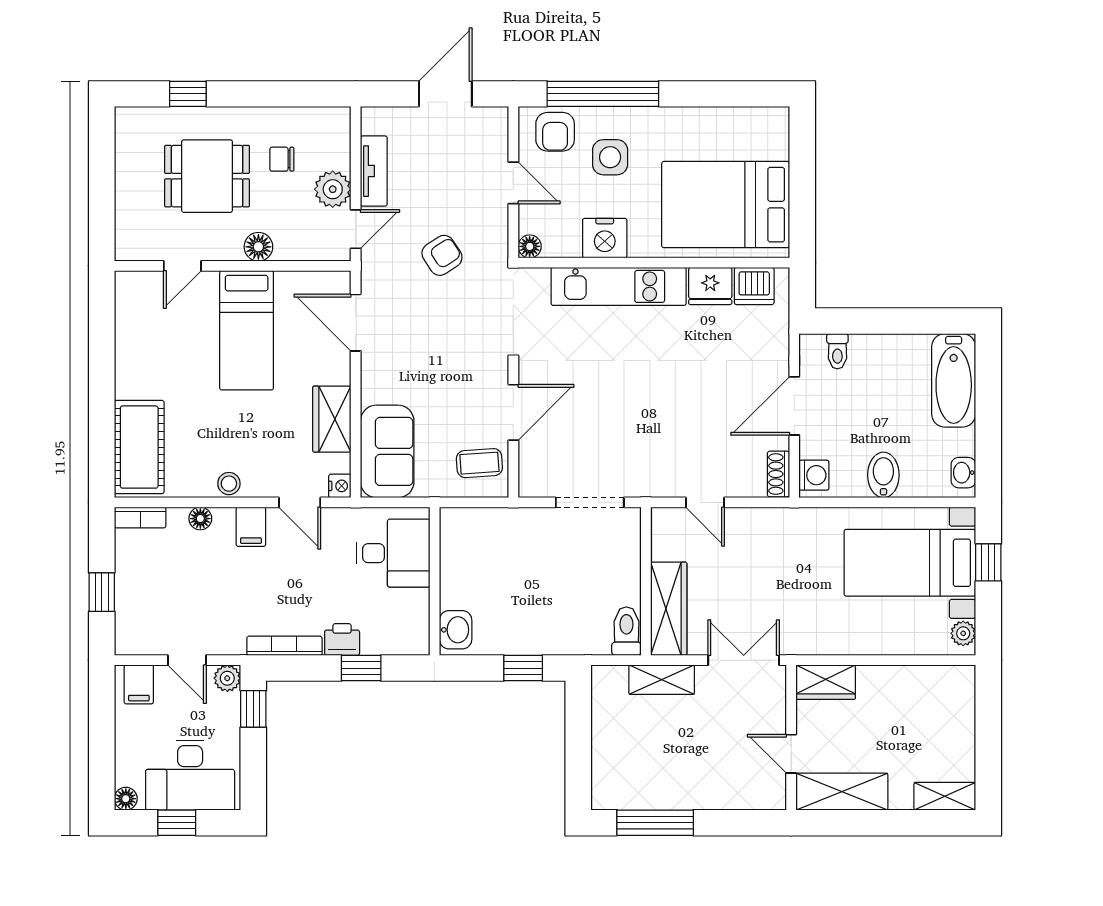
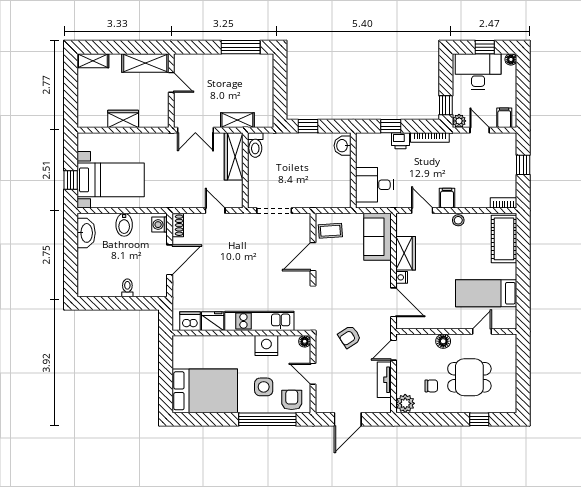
plant: (333, 189) -> (405, 403), moved
bed: (726, 205) -> (205, 391), moved
bed: (247, 330) -> (486, 293), moved, turned -90
toilet: (837, 351) -> (127, 288), moved
bathtub: (954, 380) -> (88, 273), removed
washbasin: (963, 473) -> (86, 233), width x1.91, depth x1.45
nightstand: (340, 486) -> (402, 277), moved
floor lamp: (200, 519) -> (473, 202), removed
plant: (963, 633) -> (83, 144), removed
wardrobe: (826, 682) -> (123, 119), moved

